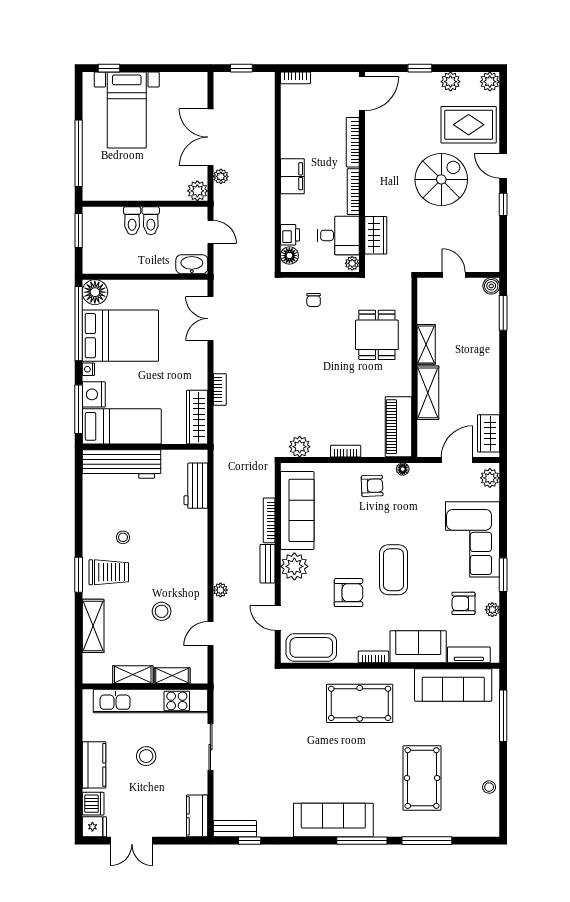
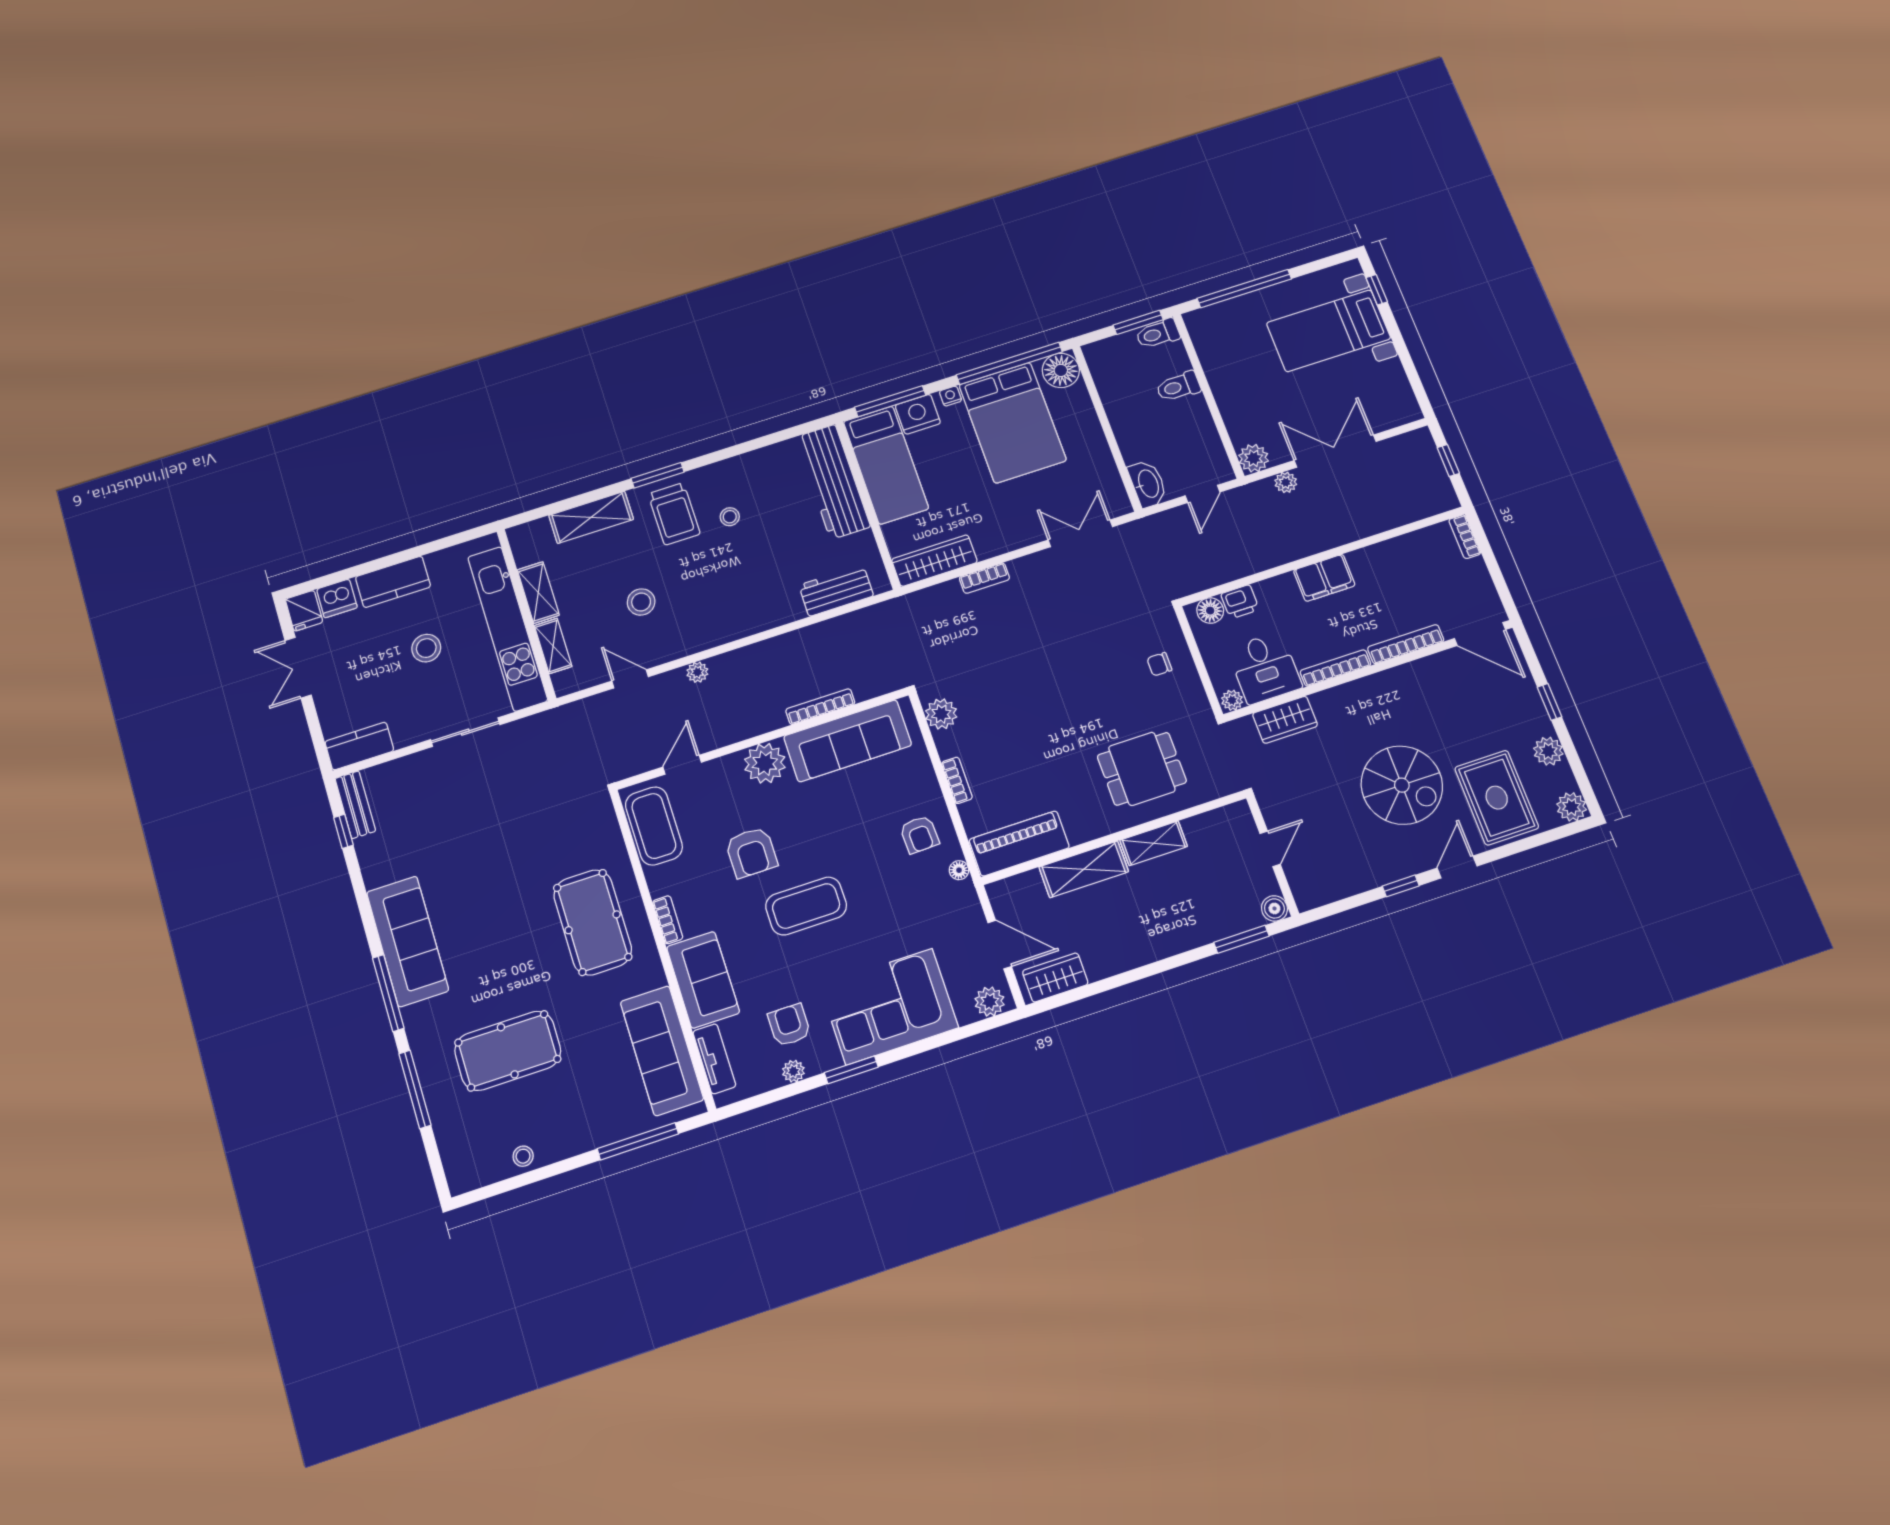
toilet: (151, 221) -> (1158, 334), moved
bench: (268, 564) -> (757, 725), removed

